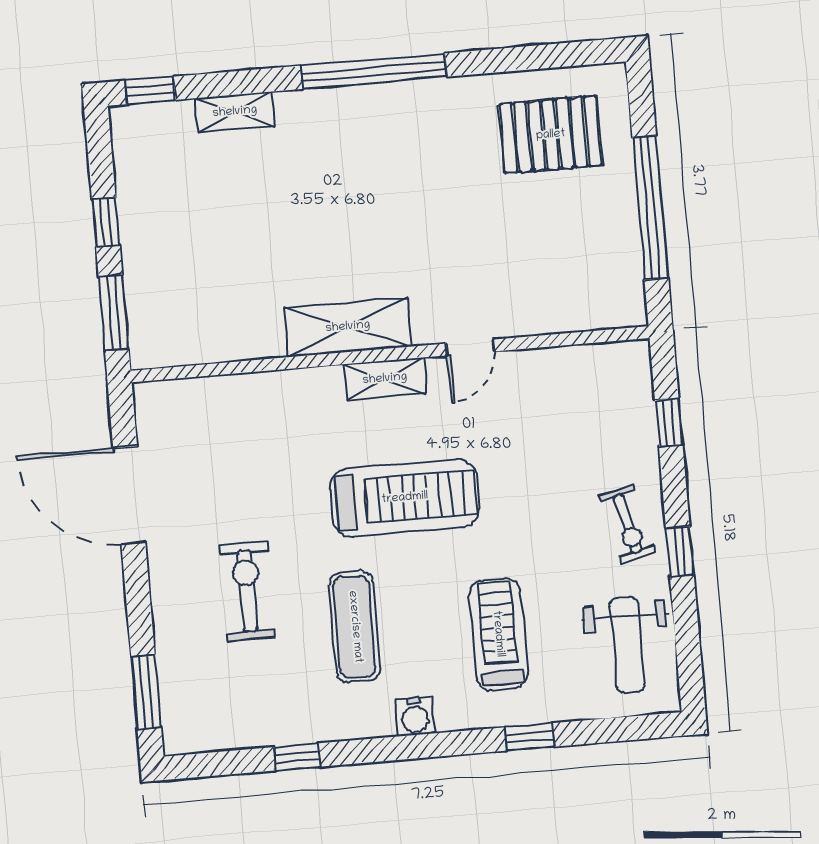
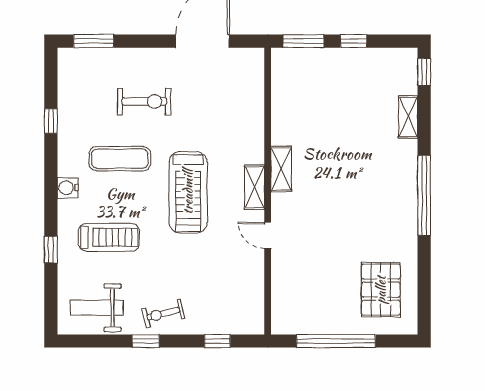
shelving: (348, 327) -> (281, 169), width x0.67, depth x0.75

